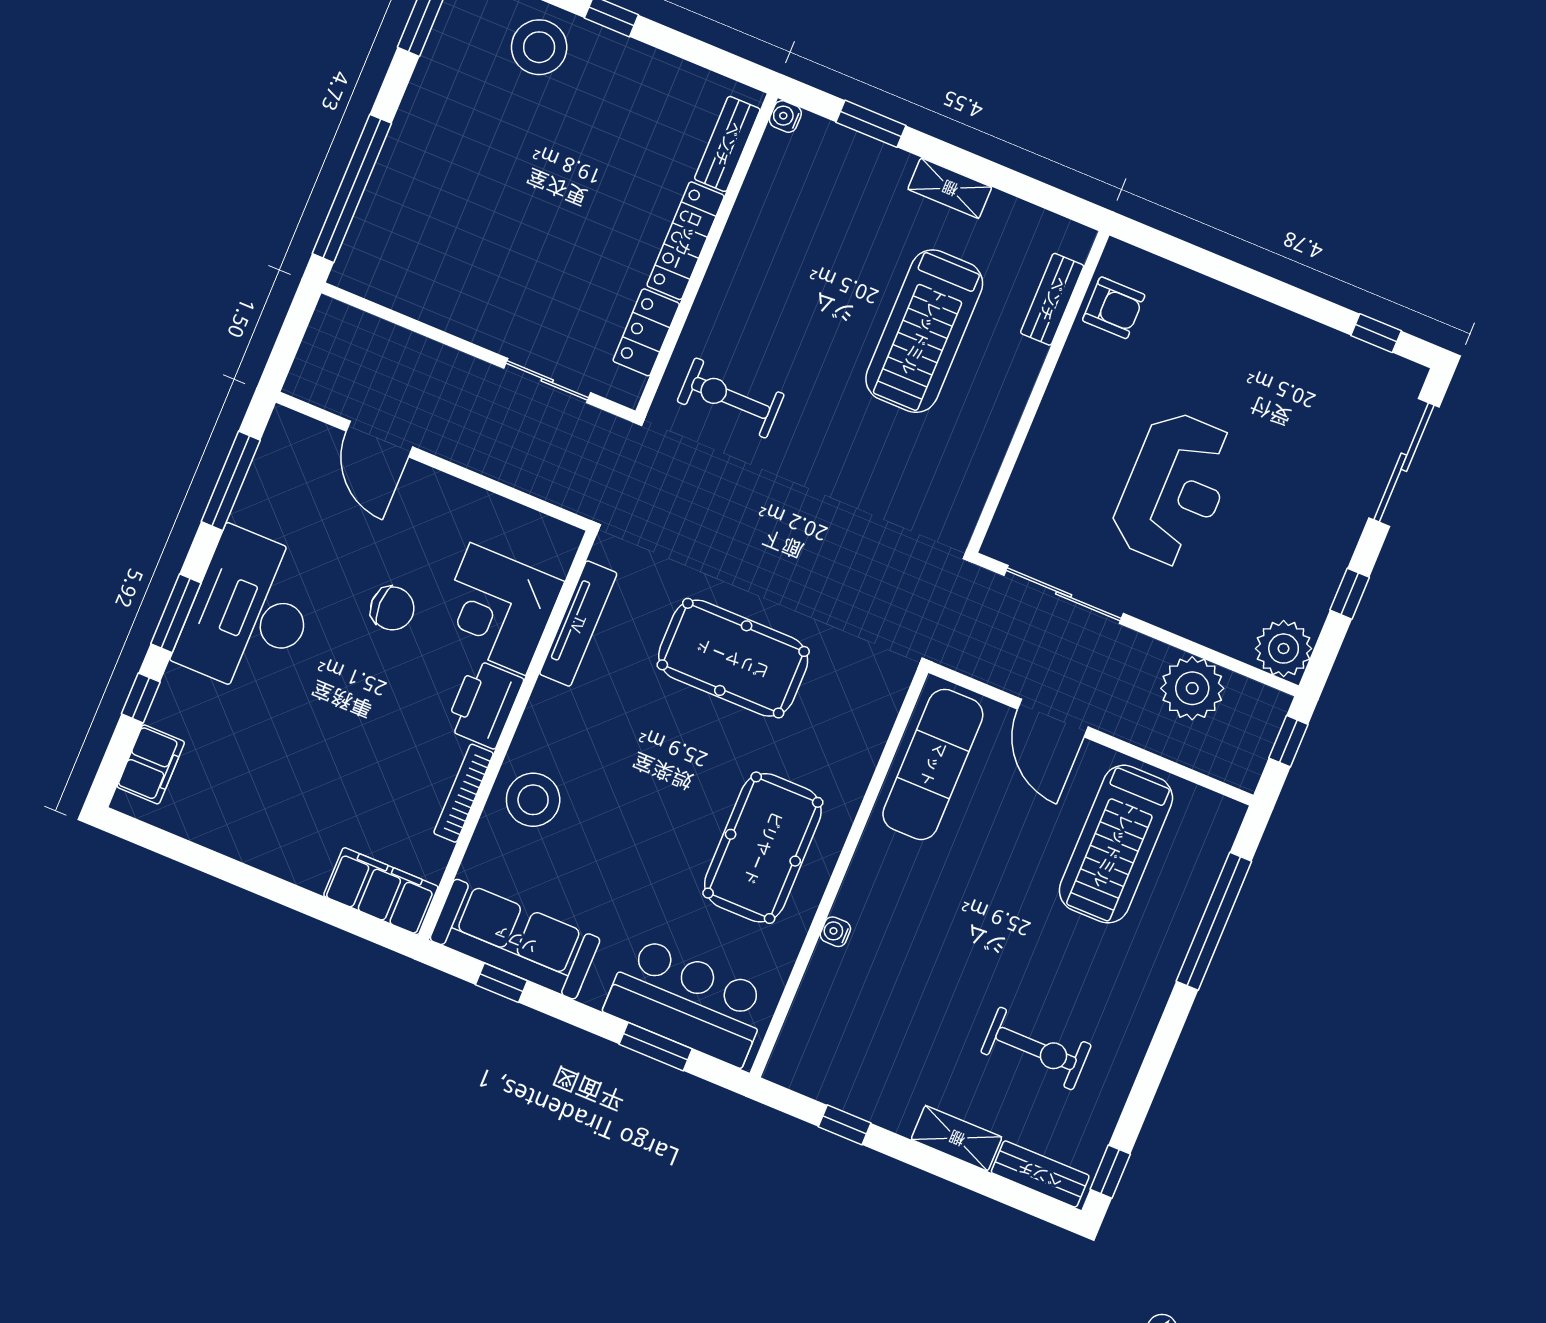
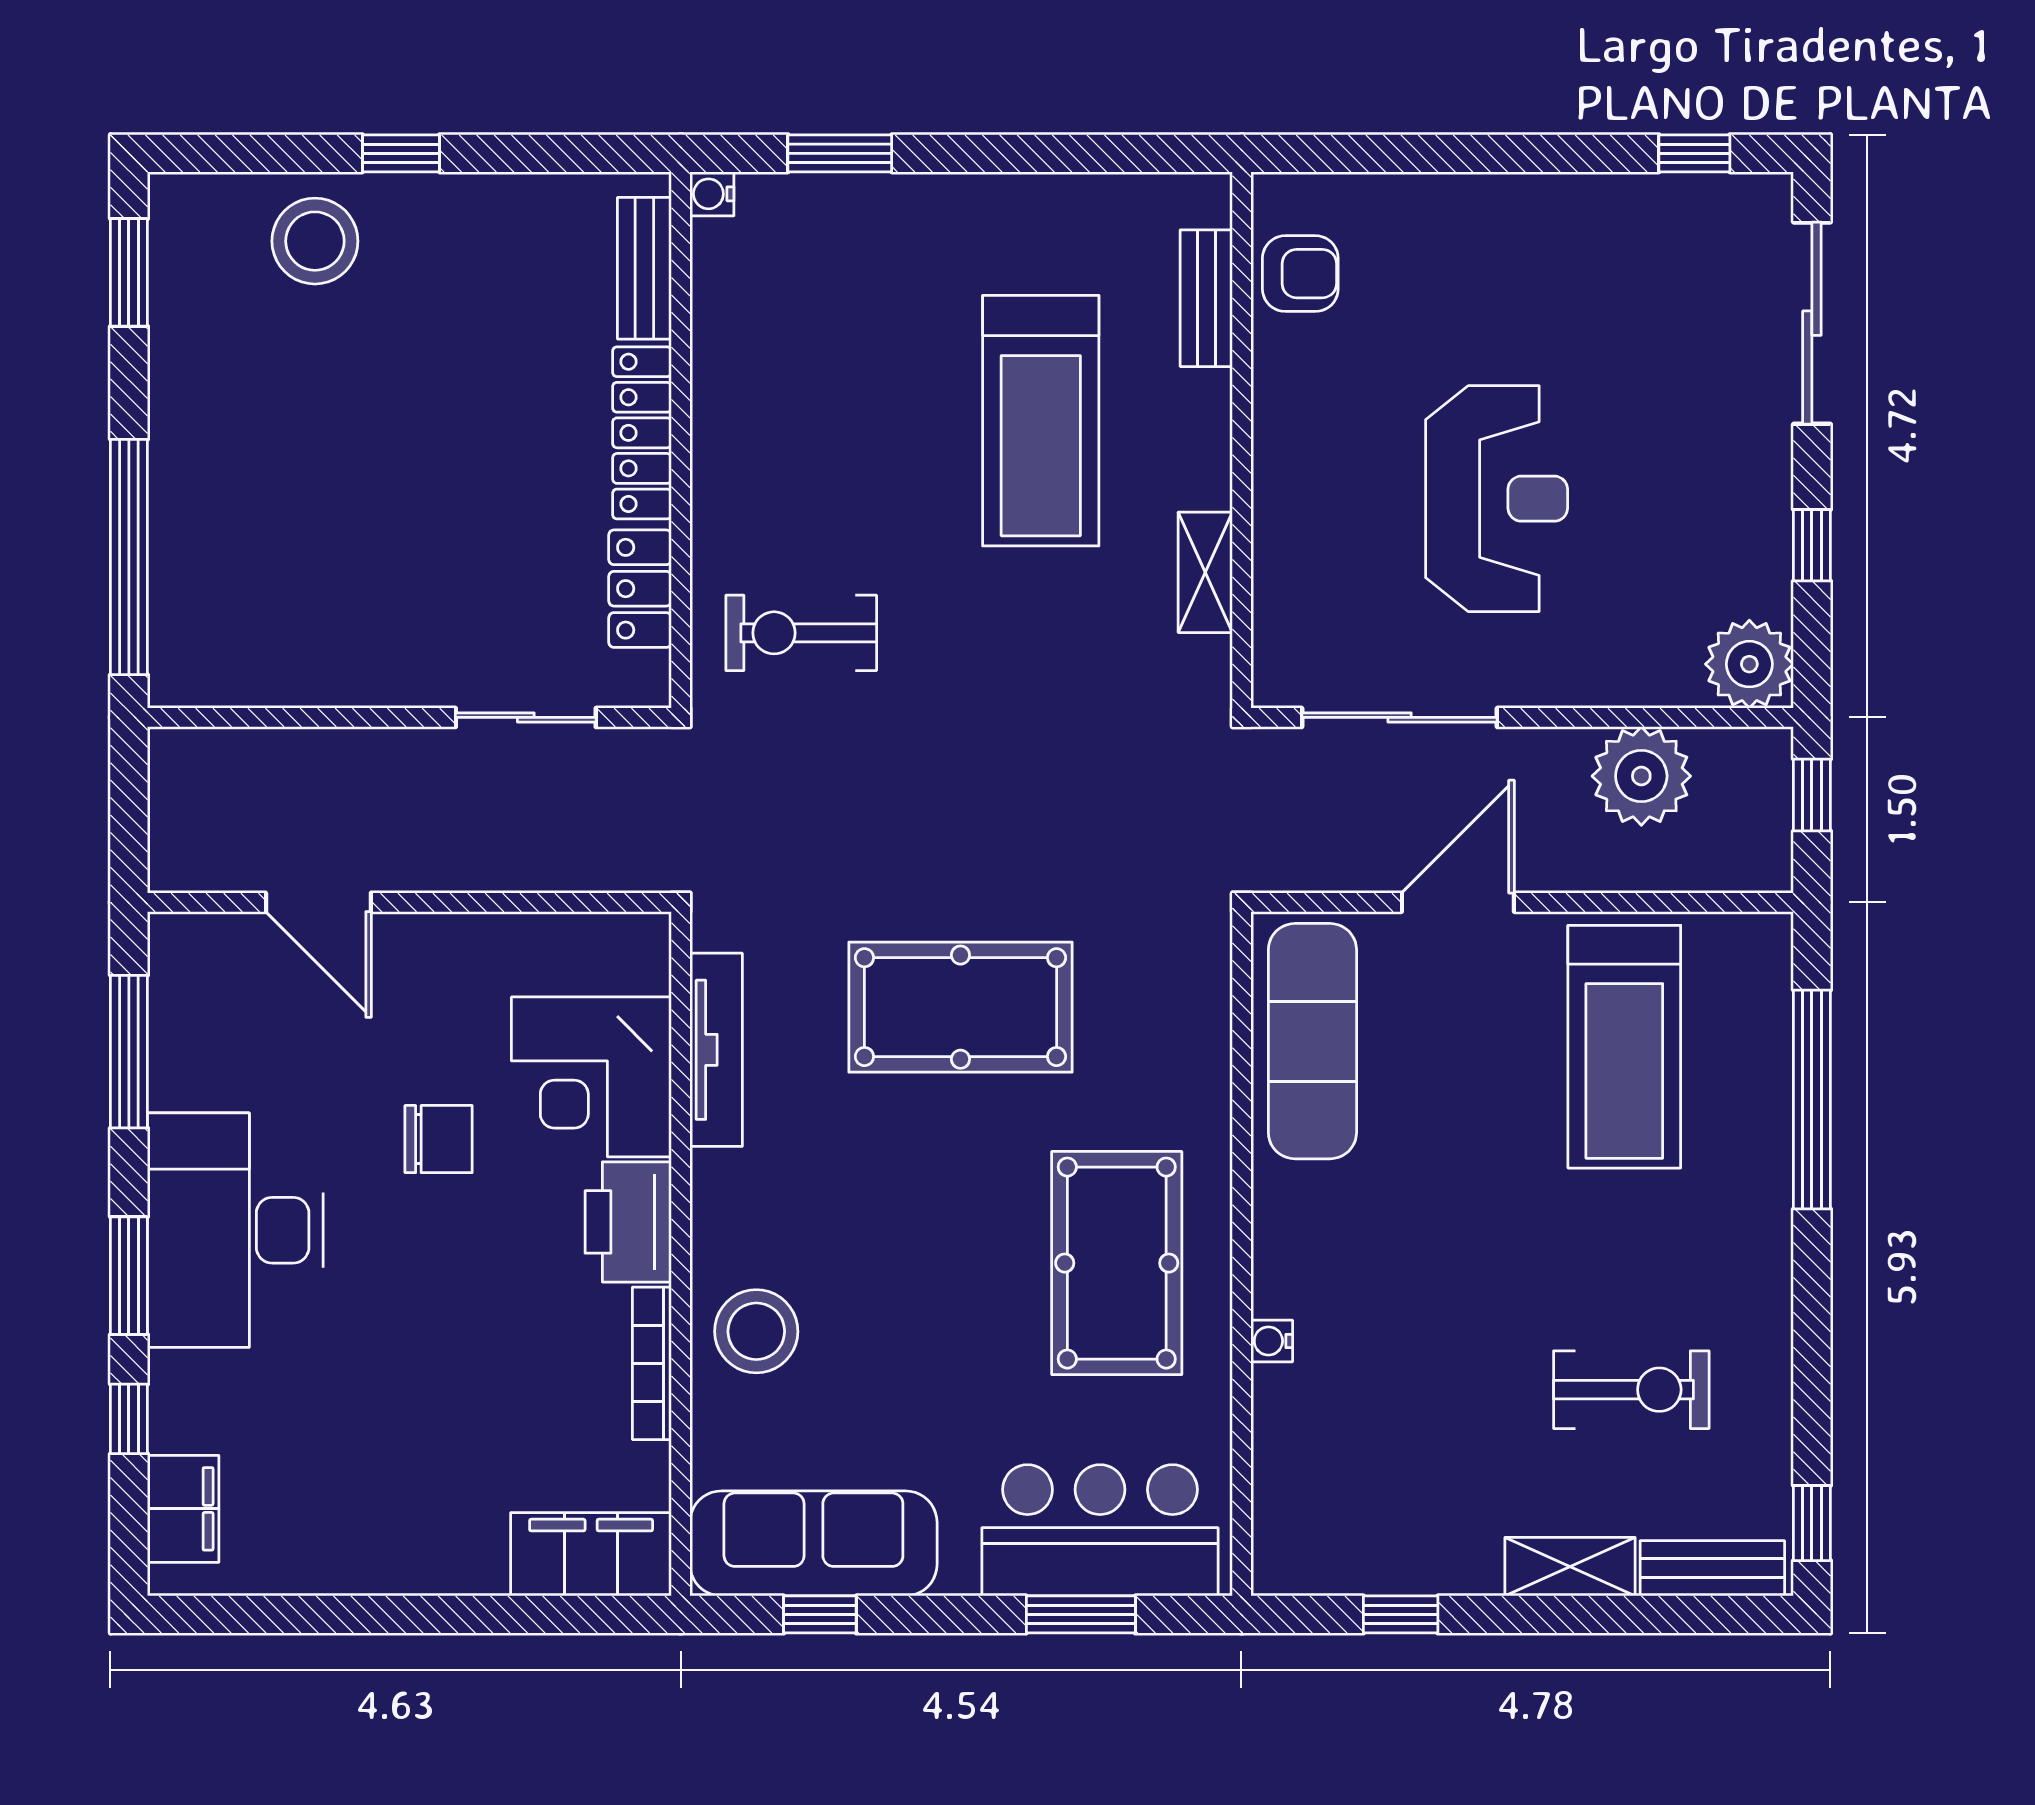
shelving: (950, 188) -> (1205, 572), moved, turned 90
door: (1053, 718) -> (1458, 902), swing flipped

